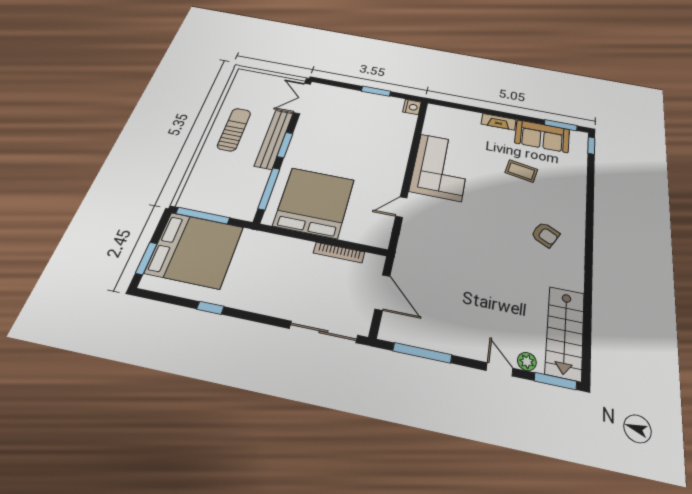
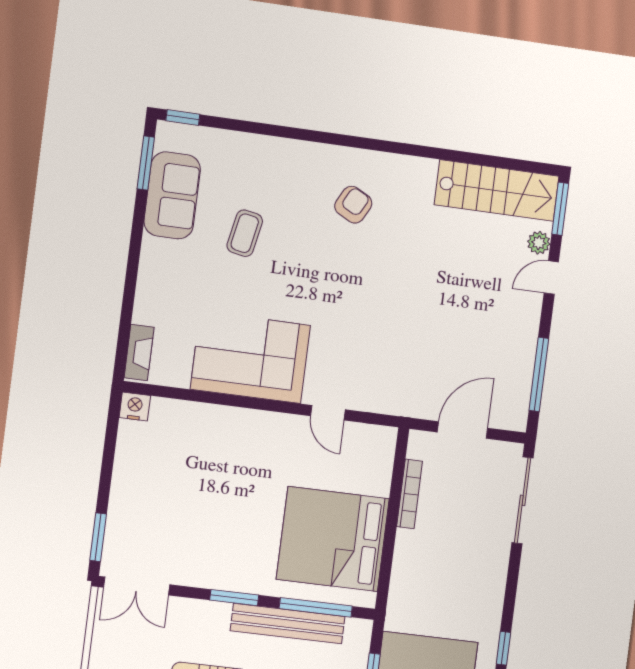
window: (376, 91) -> (98, 537), moved
fireplace: (499, 122) -> (139, 353), moved
bench: (274, 139) -> (288, 624), moved

